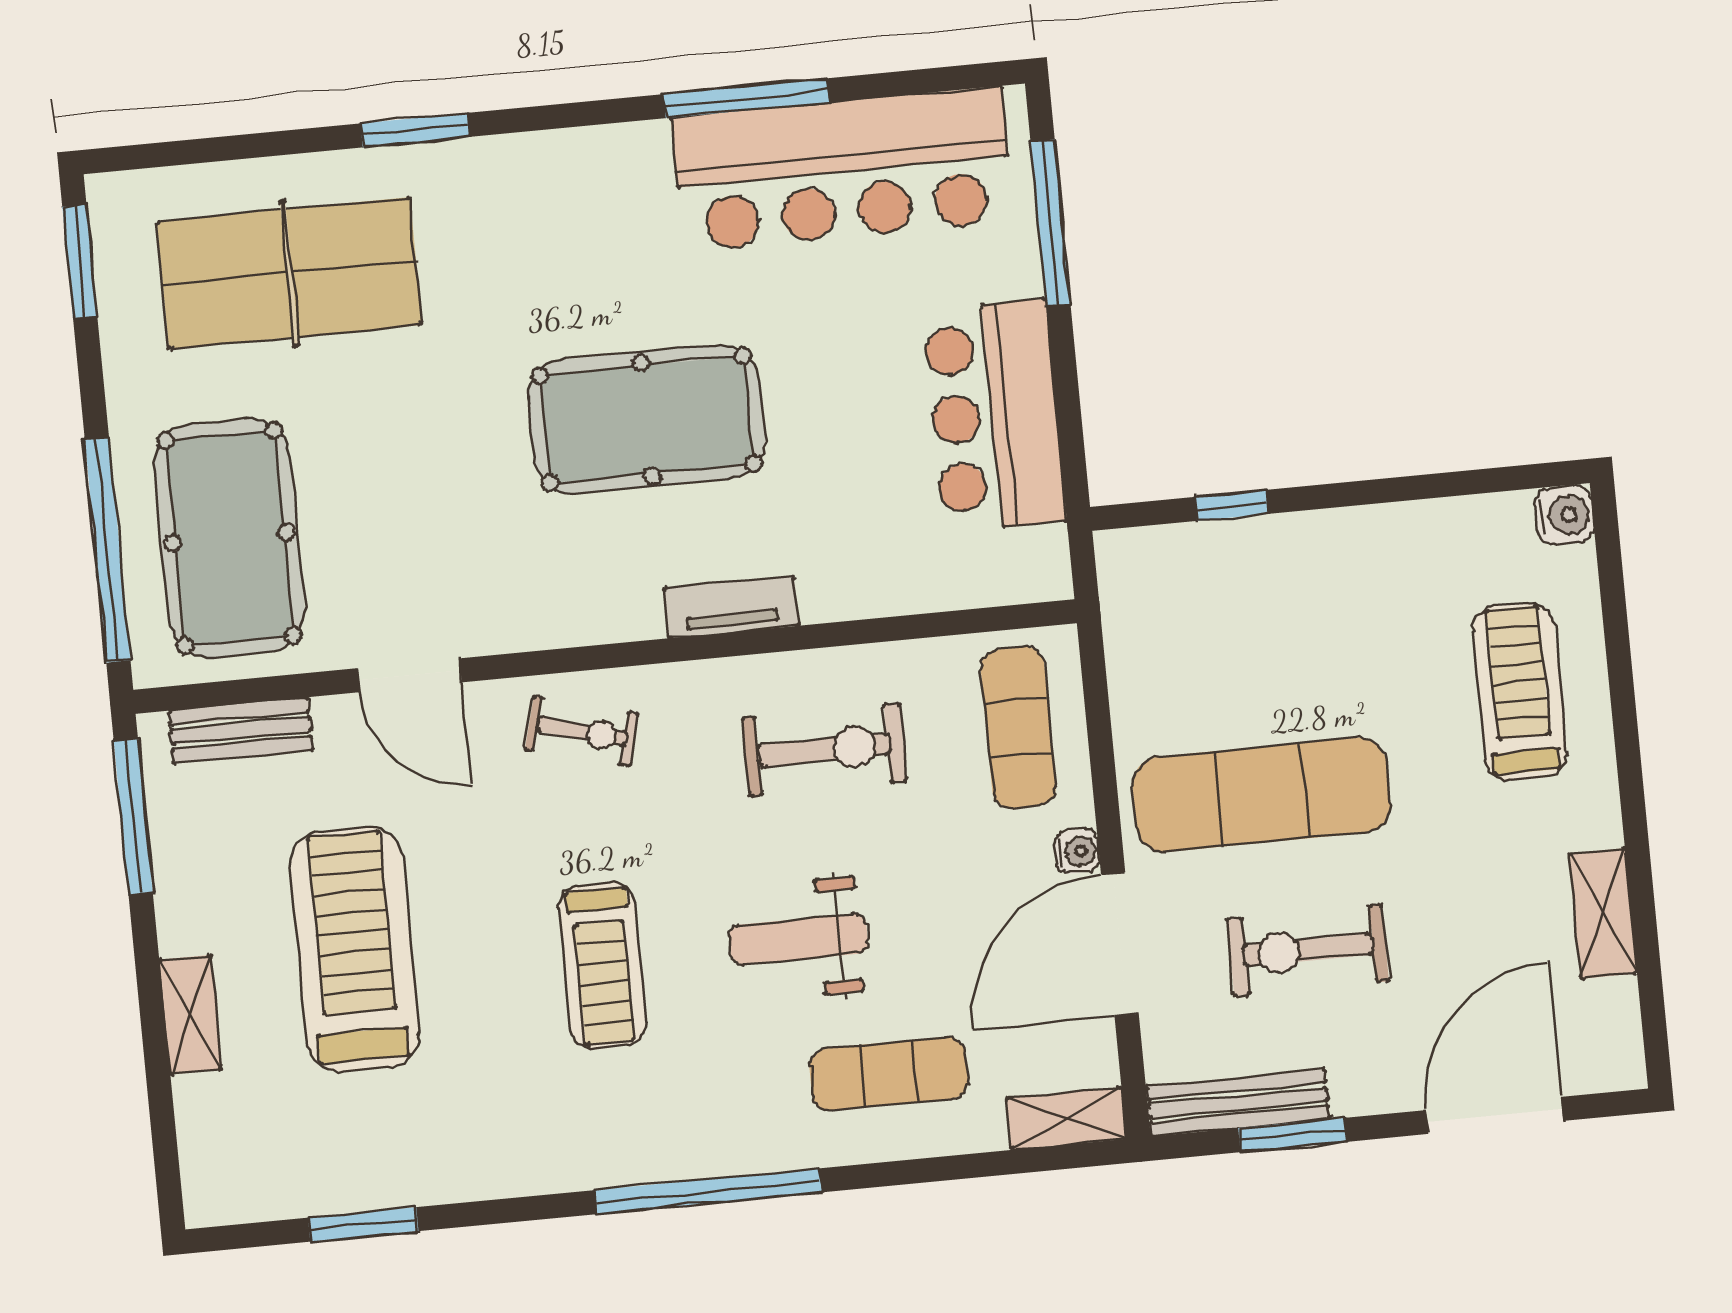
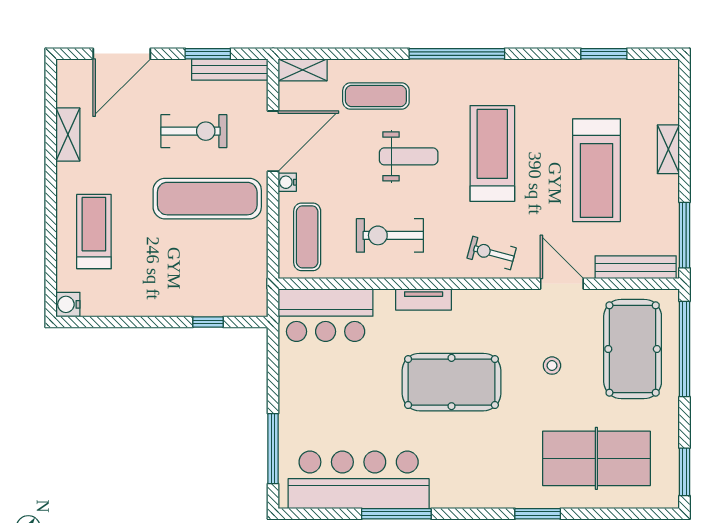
bar counter: (995, 416) -> (326, 315), moved, turned 90
stool: (415, 481) -> (552, 366), added
treadmill: (1520, 692) -> (94, 232), turned 180
bench: (241, 731) -> (636, 267), width x1.36
treadmill: (603, 965) -> (492, 153), width x1.37, depth x1.38

